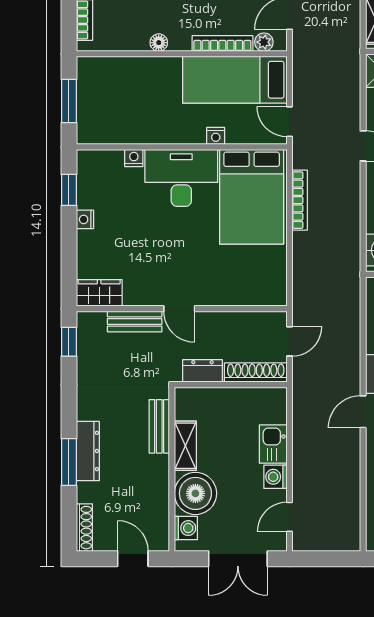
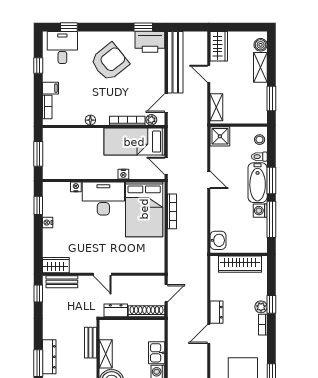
bench: (135, 321) -> (62, 282), moved

